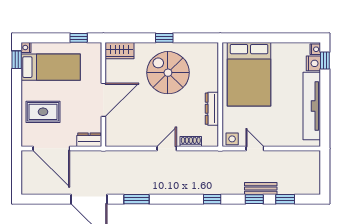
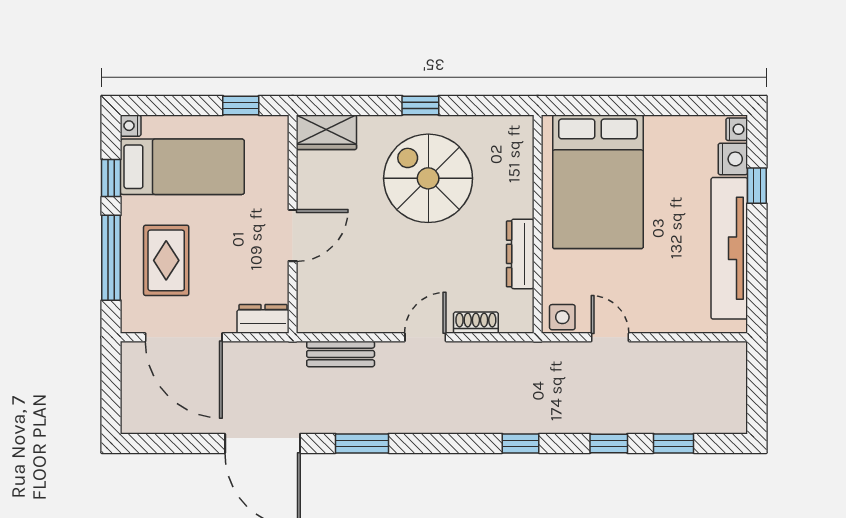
window: (17, 60) -> (111, 178), moved
window: (325, 60) -> (757, 186), moved
door: (103, 100) -> (293, 235), width x0.73
window: (17, 111) -> (111, 258), added
rug: (43, 112) -> (166, 260), turned 90
bench: (261, 189) -> (341, 354), moved

